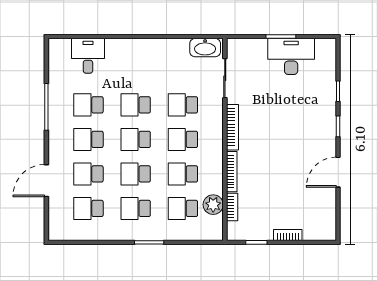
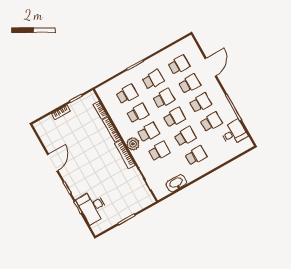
washbasin: (205, 48) -> (176, 183), moved
desk: (88, 56) -> (234, 133), moved, turned -90
desk: (291, 56) -> (92, 207), moved, turned 90
school desk: (136, 70) -> (196, 156), added
plant: (213, 205) -> (133, 144), moved

